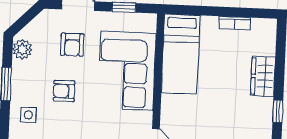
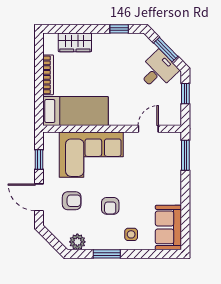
bookcase: (235, 23) -> (48, 75), width x1.56
wardrobe: (263, 76) -> (75, 42), moved

